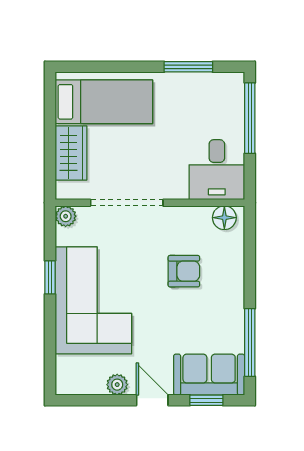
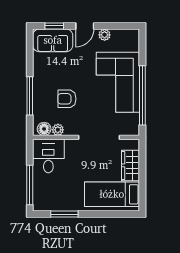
plant: (66, 216) -> (58, 130), moved
window: (50, 277) -> (142, 95), width x3.17
window: (250, 342) -> (30, 96), moved
door: (152, 400) -> (85, 26), hinge flipped

